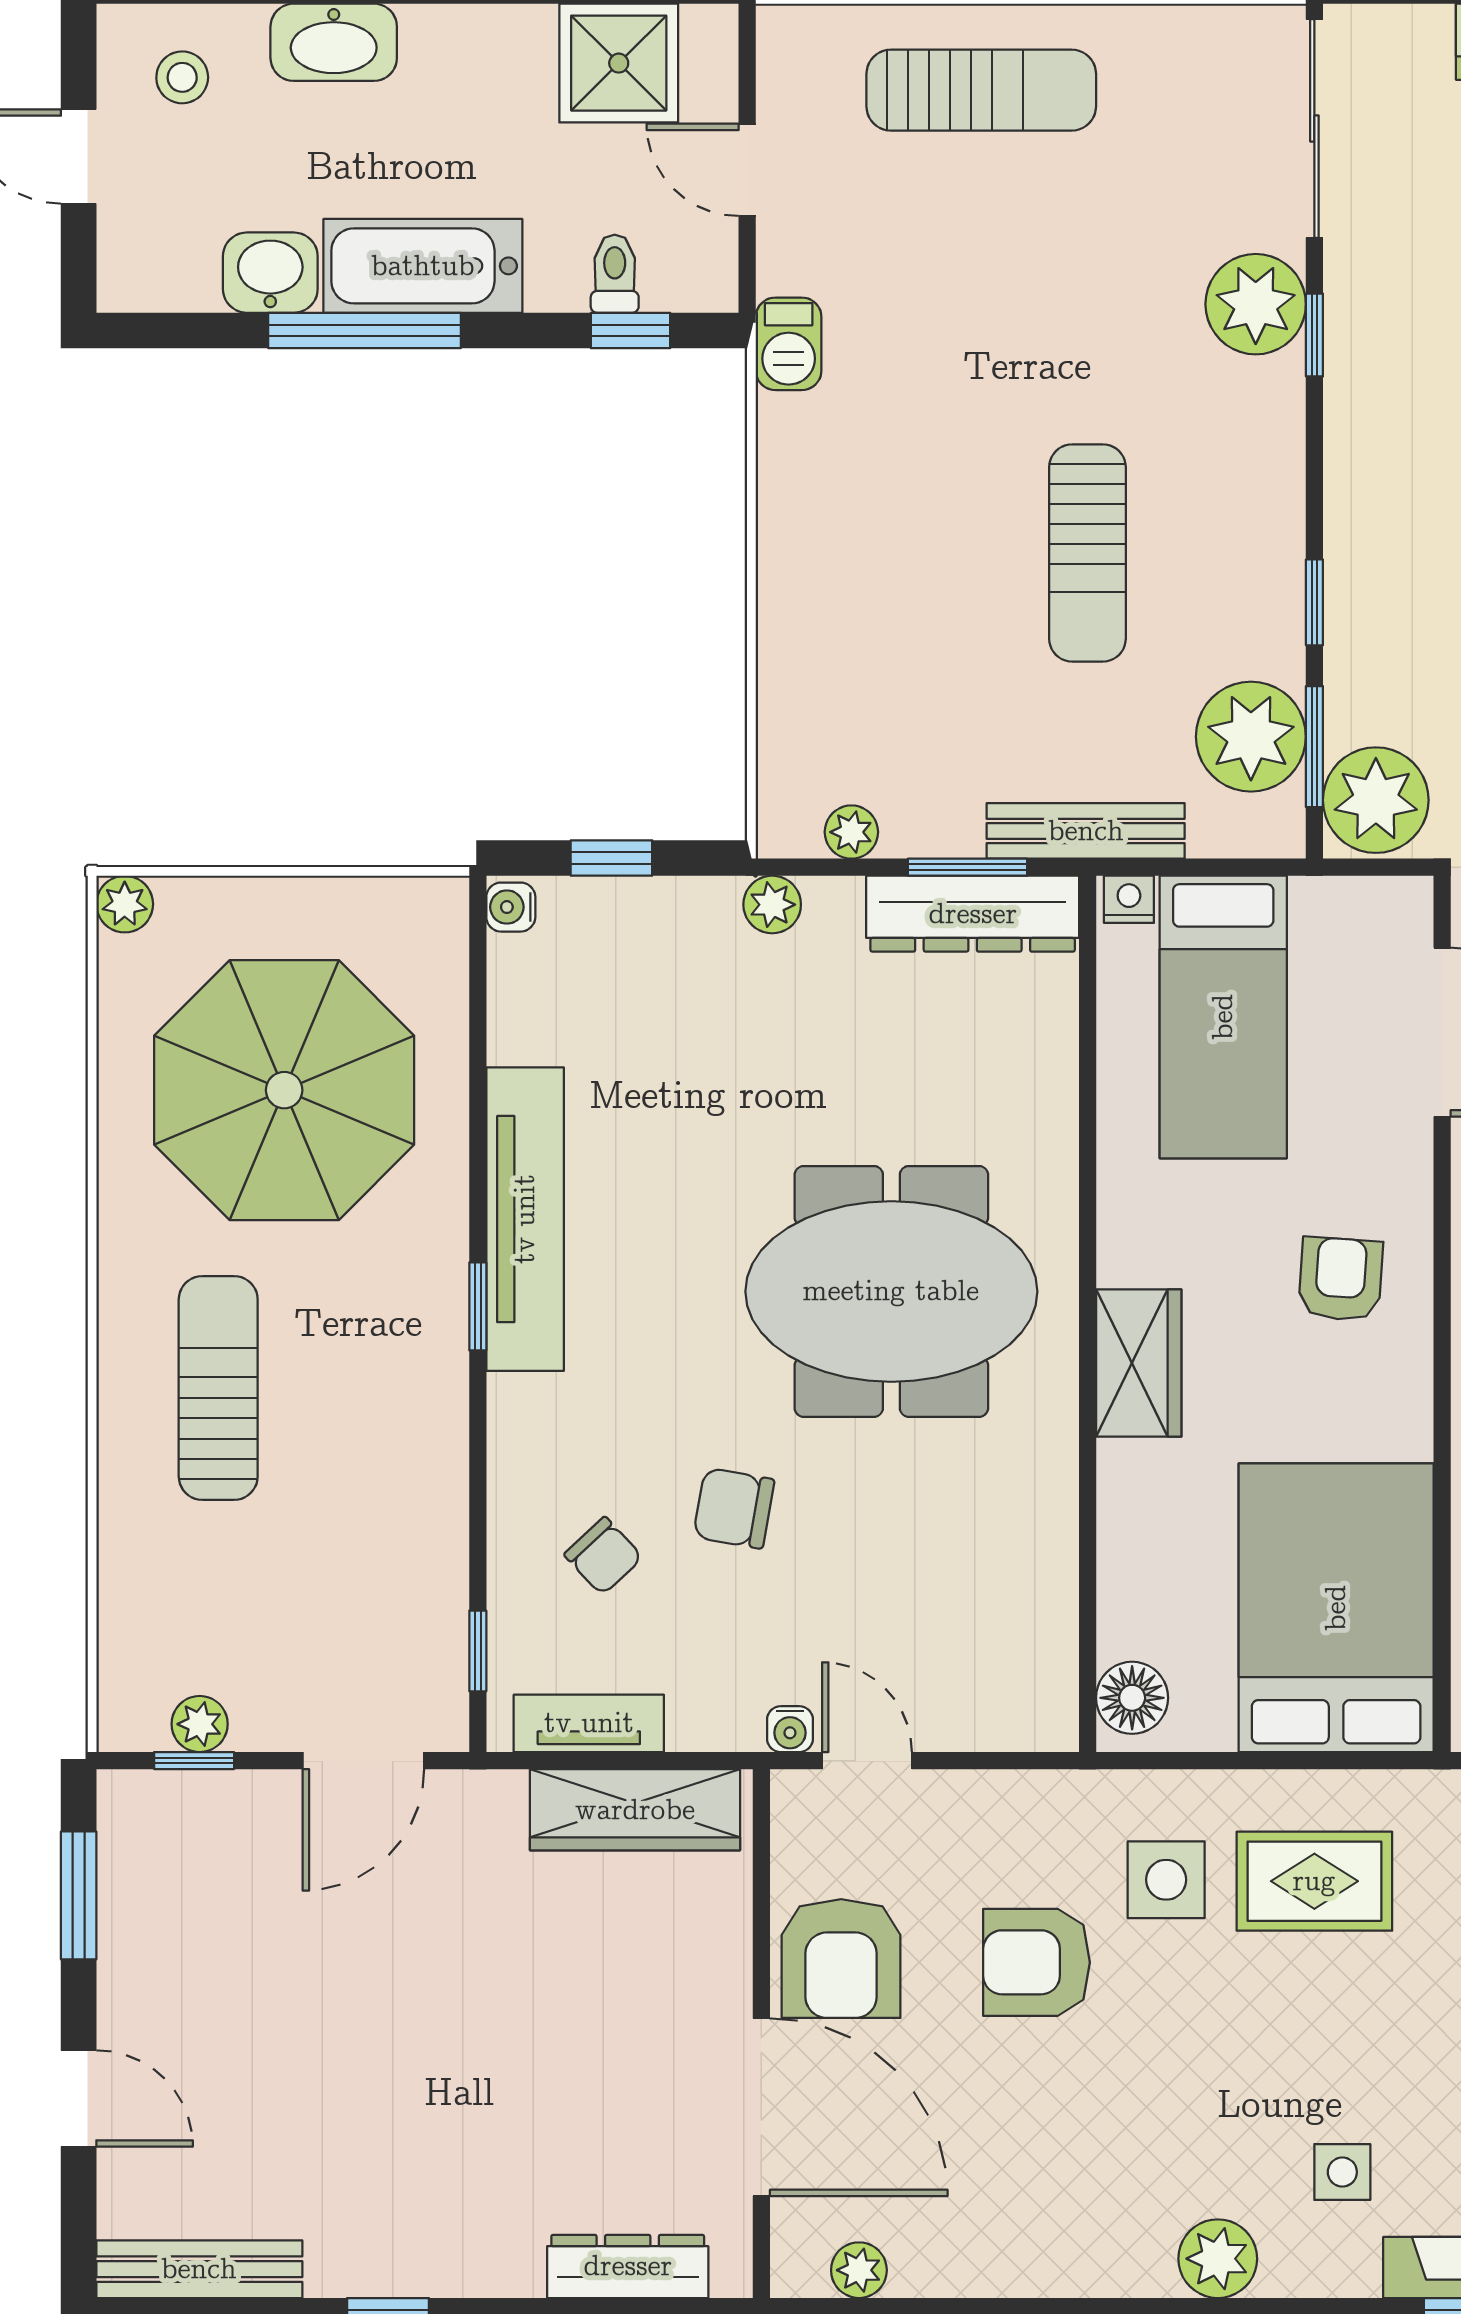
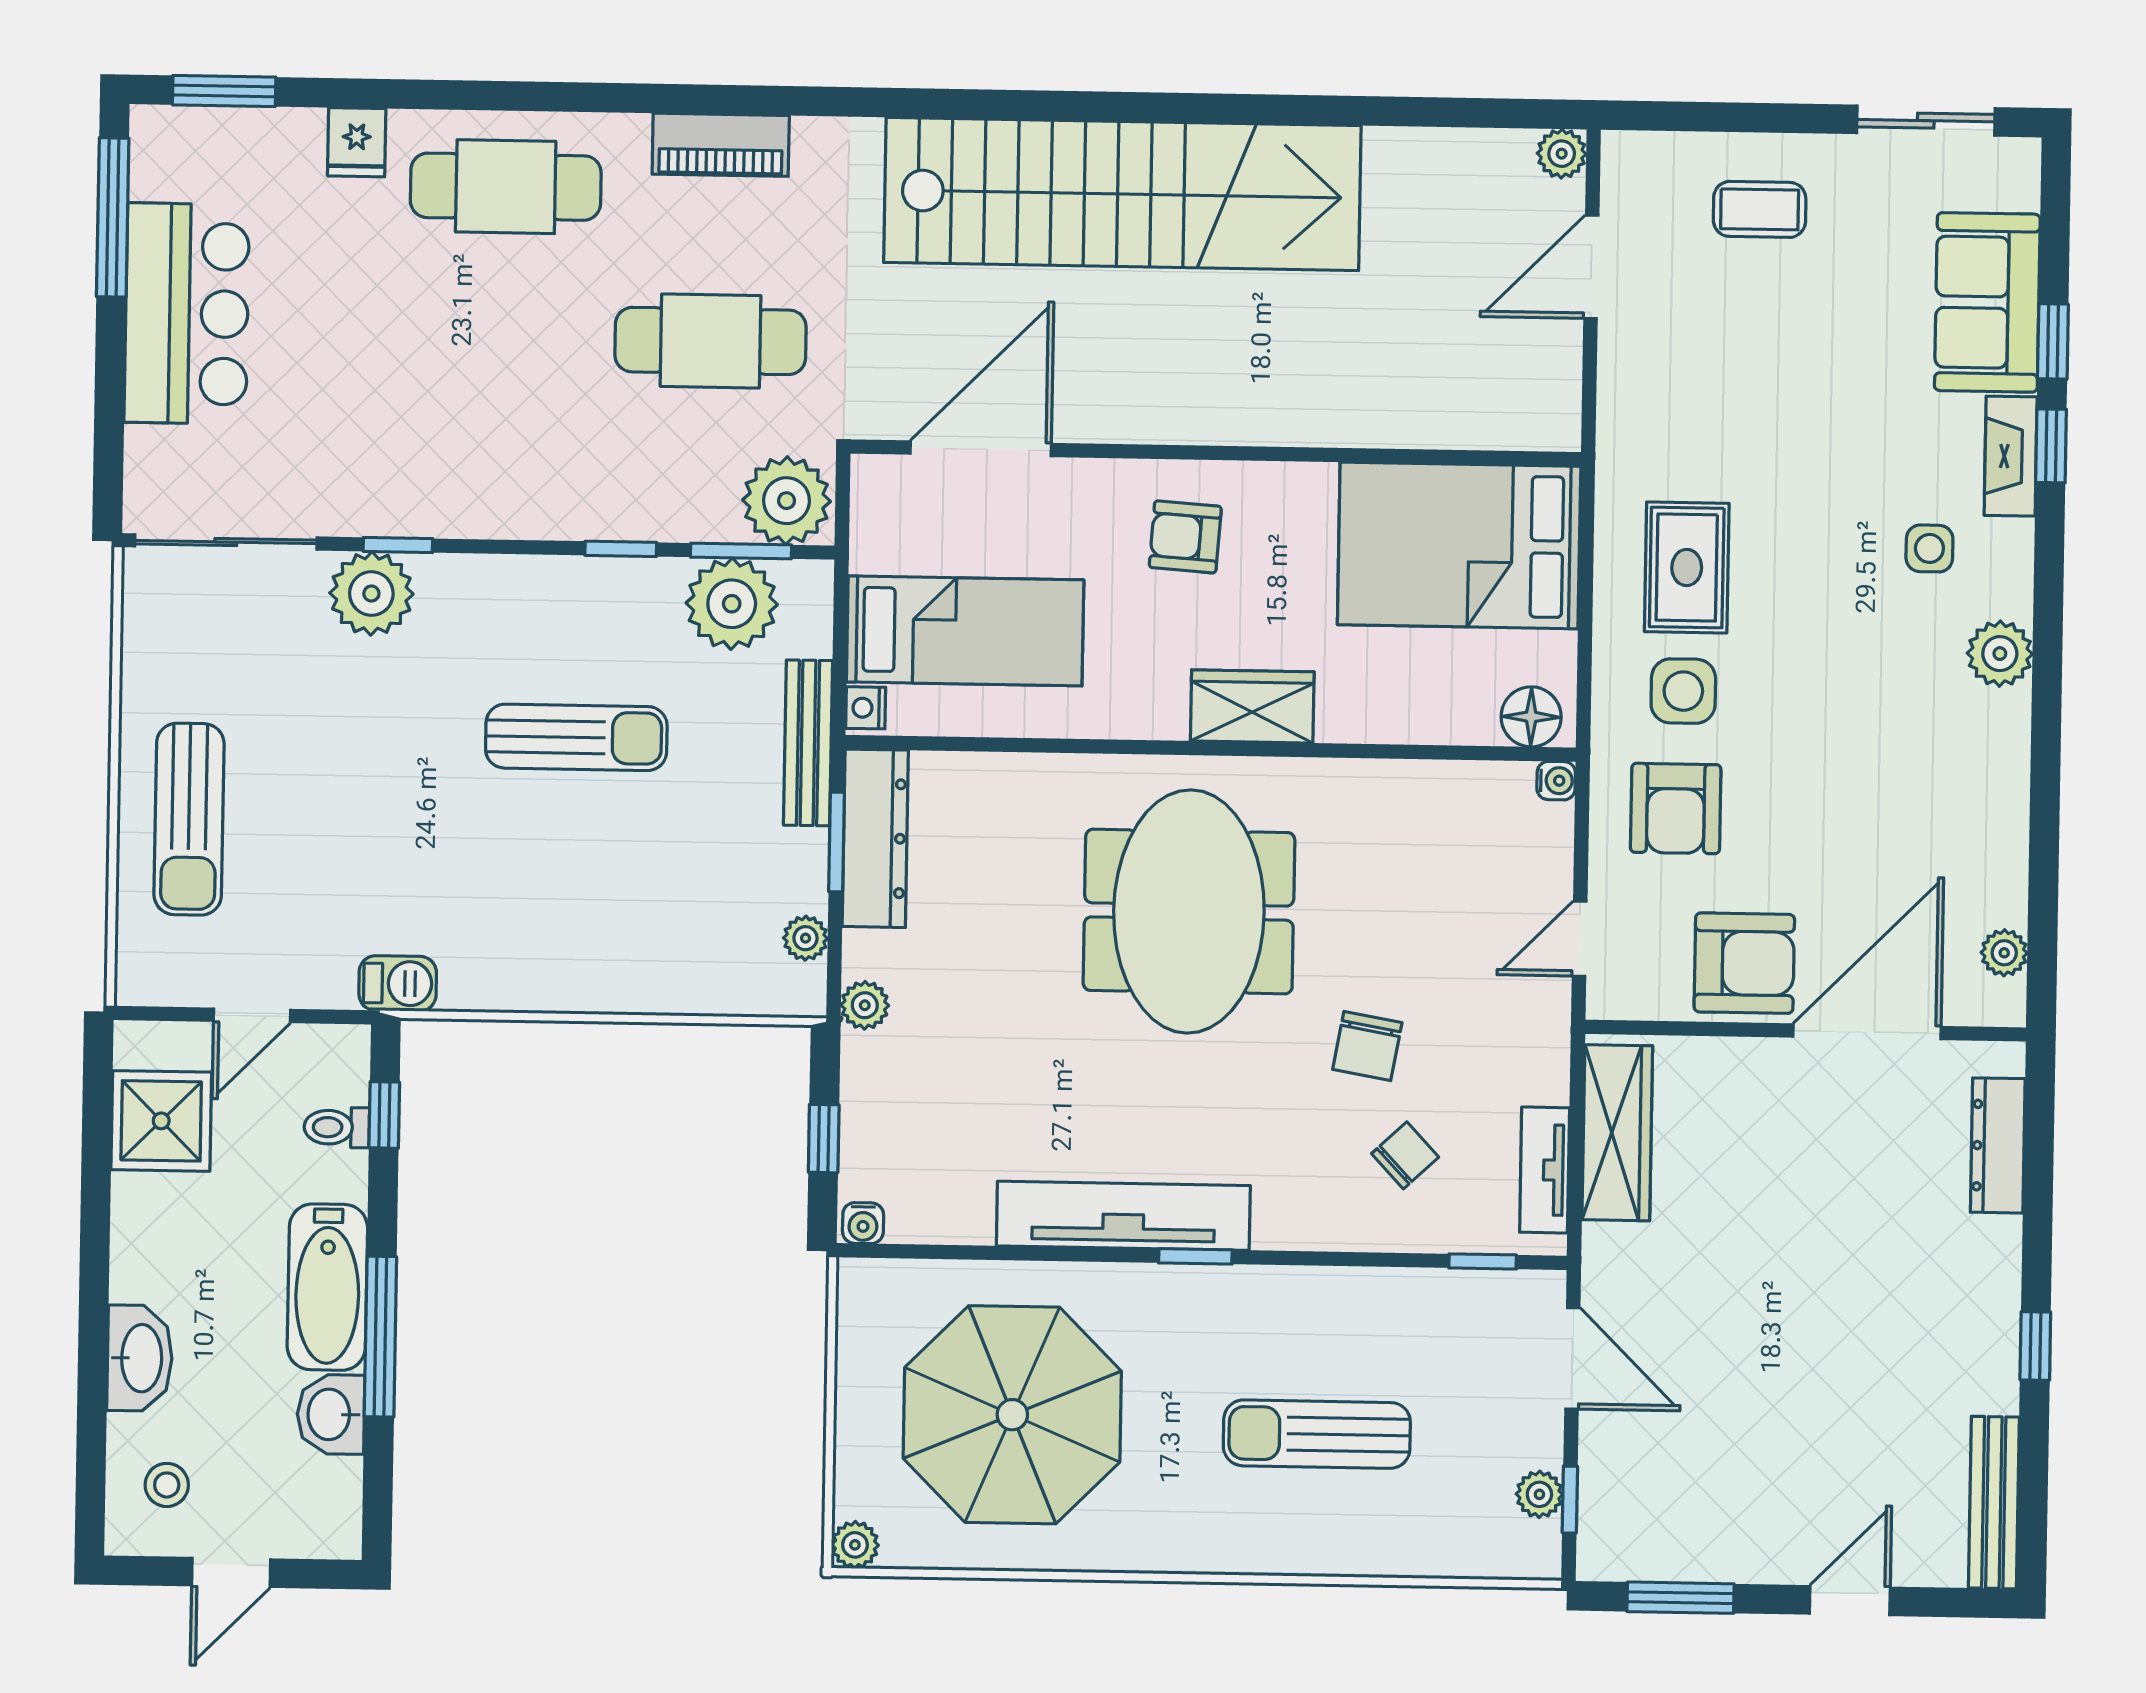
sun lounger: (981, 90) -> (189, 819), turned 180
sun lounger: (218, 1388) -> (1317, 1434), moved
water cooler: (790, 1729) -> (1556, 781), moved
armchair: (1036, 1962) -> (1676, 808), moved

